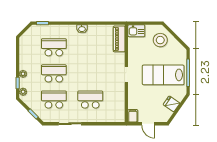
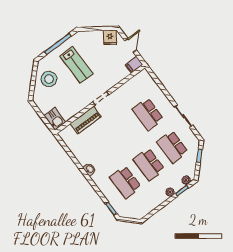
piano: (119, 39) -> (86, 120), moved
stool: (160, 40) -> (49, 79), moved
lab bench: (163, 75) -> (76, 65), width x0.73, depth x0.72
fridge: (172, 104) -> (110, 37), moved

